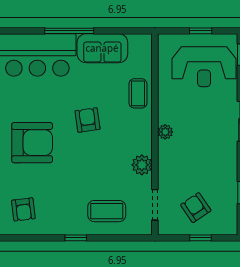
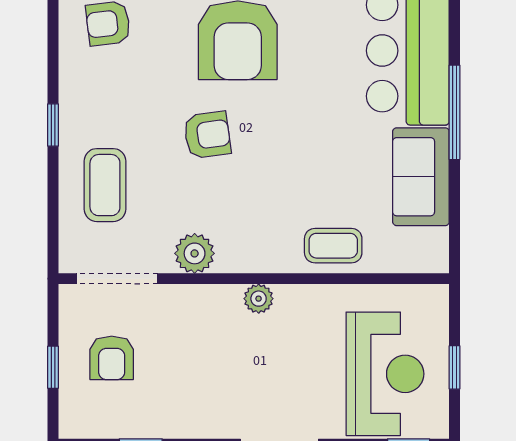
reception desk: (204, 67) -> (385, 374), turned 180
armchair: (87, 120) -> (207, 135), moved
doorway: (155, 205) -> (117, 279), width x1.38
armchair: (196, 208) -> (112, 358), turned 124

